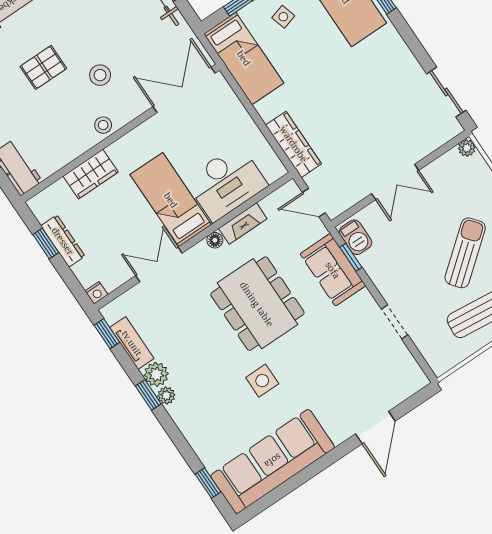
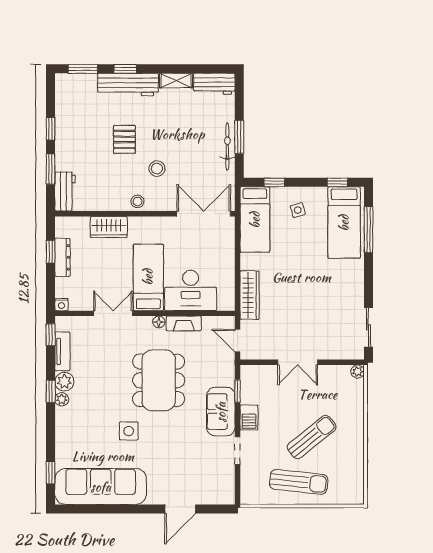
pallet: (43, 67) -> (124, 139), turned 90
barbecue: (355, 237) -> (249, 417), moved
sofa: (333, 270) -> (221, 412), moved

